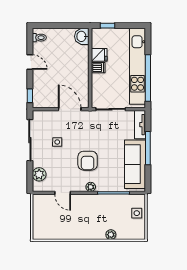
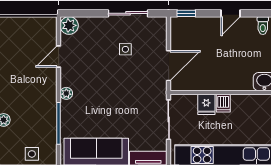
fridge: (99, 55) -> (206, 104), moved
sliding door: (30, 140) -> (128, 13), width x0.73
armchair: (88, 161) -> (101, 89), removed
plant: (39, 174) -> (69, 25), moved

